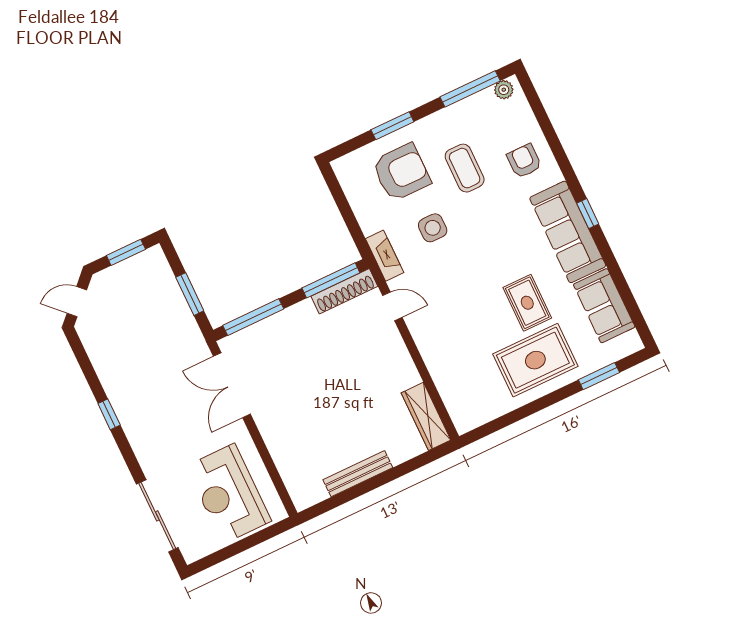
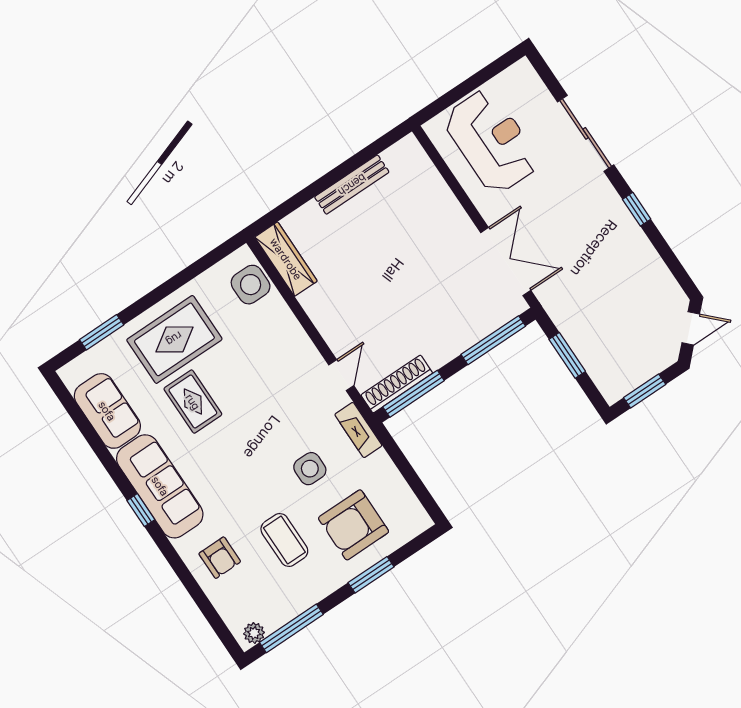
door: (392, 306) -> (341, 375), swing flipped
side table: (461, 399) -> (251, 285), added
sliding door: (157, 516) -> (586, 133), moved

